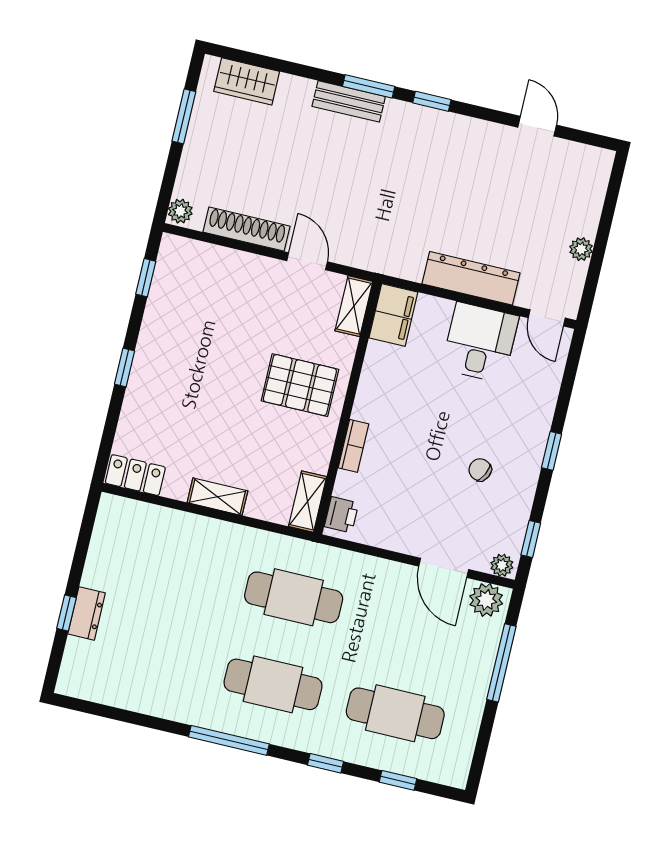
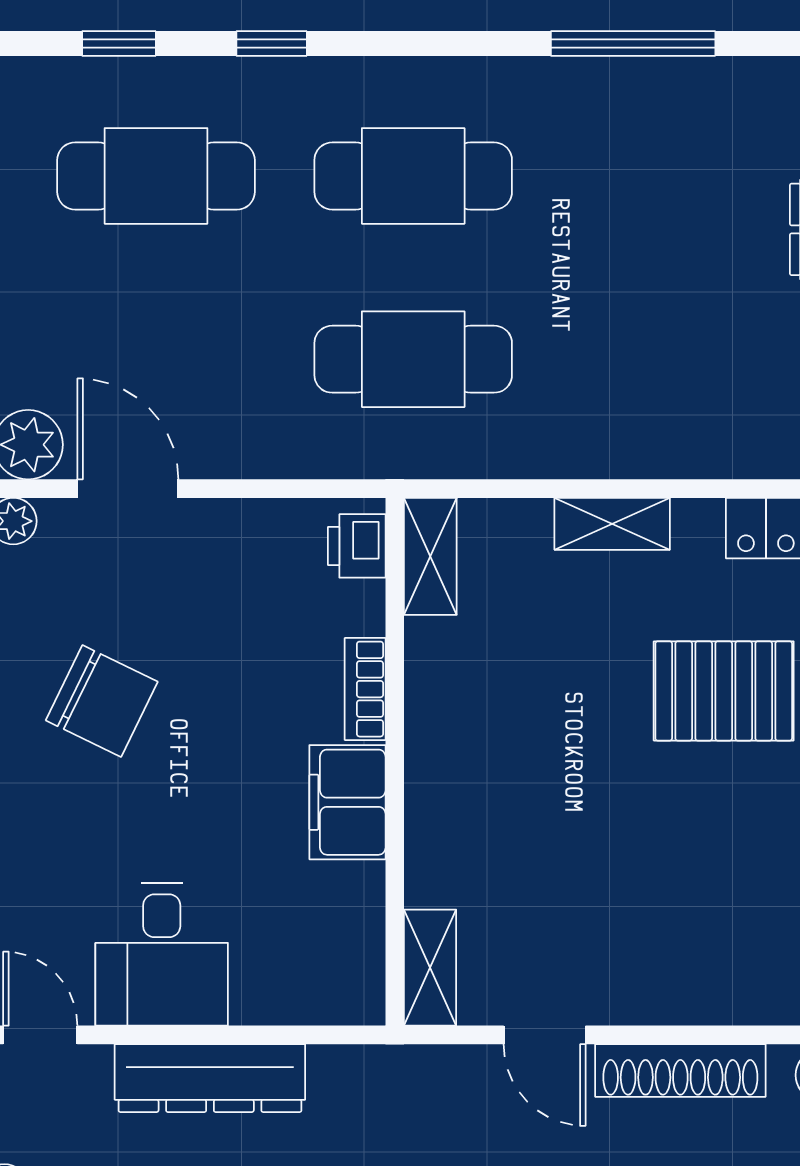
filing cabinet: (393, 315) -> (347, 802), moved
pallet: (300, 385) -> (724, 691), moved
chair: (480, 470) -> (102, 701), width x1.87, depth x1.87
window: (229, 740) -> (633, 44), moved

